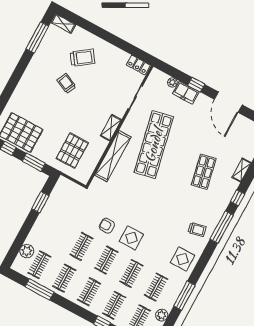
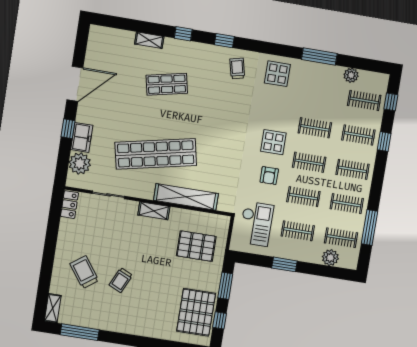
plant: (172, 82) -> (80, 164), width x1.88, depth x1.88
window: (40, 202) -> (284, 264), moved
checkout: (73, 203) -> (256, 224), added
window: (222, 227) -> (224, 41), width x0.46
clothes rail: (156, 287) -> (298, 231), moved

